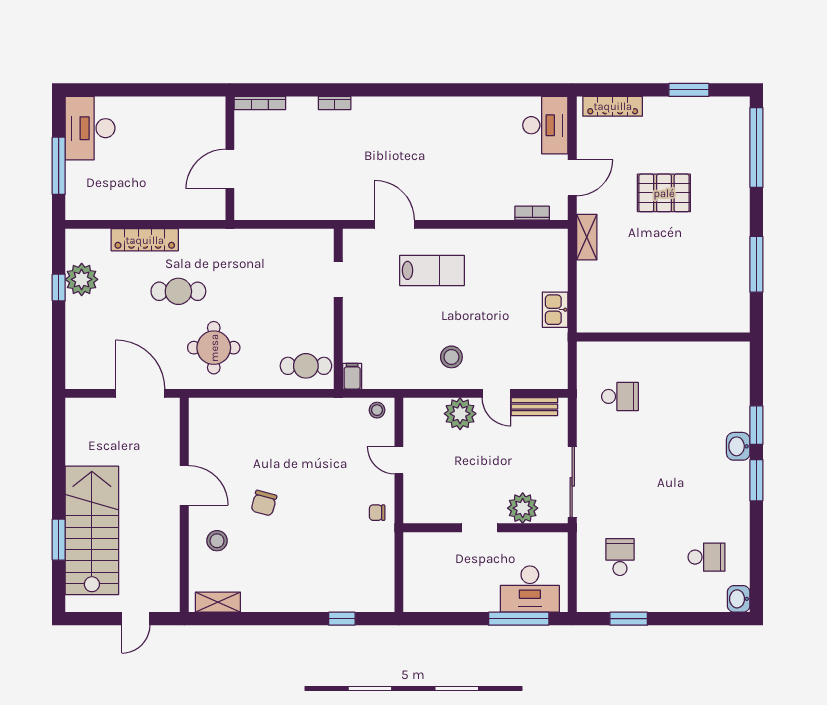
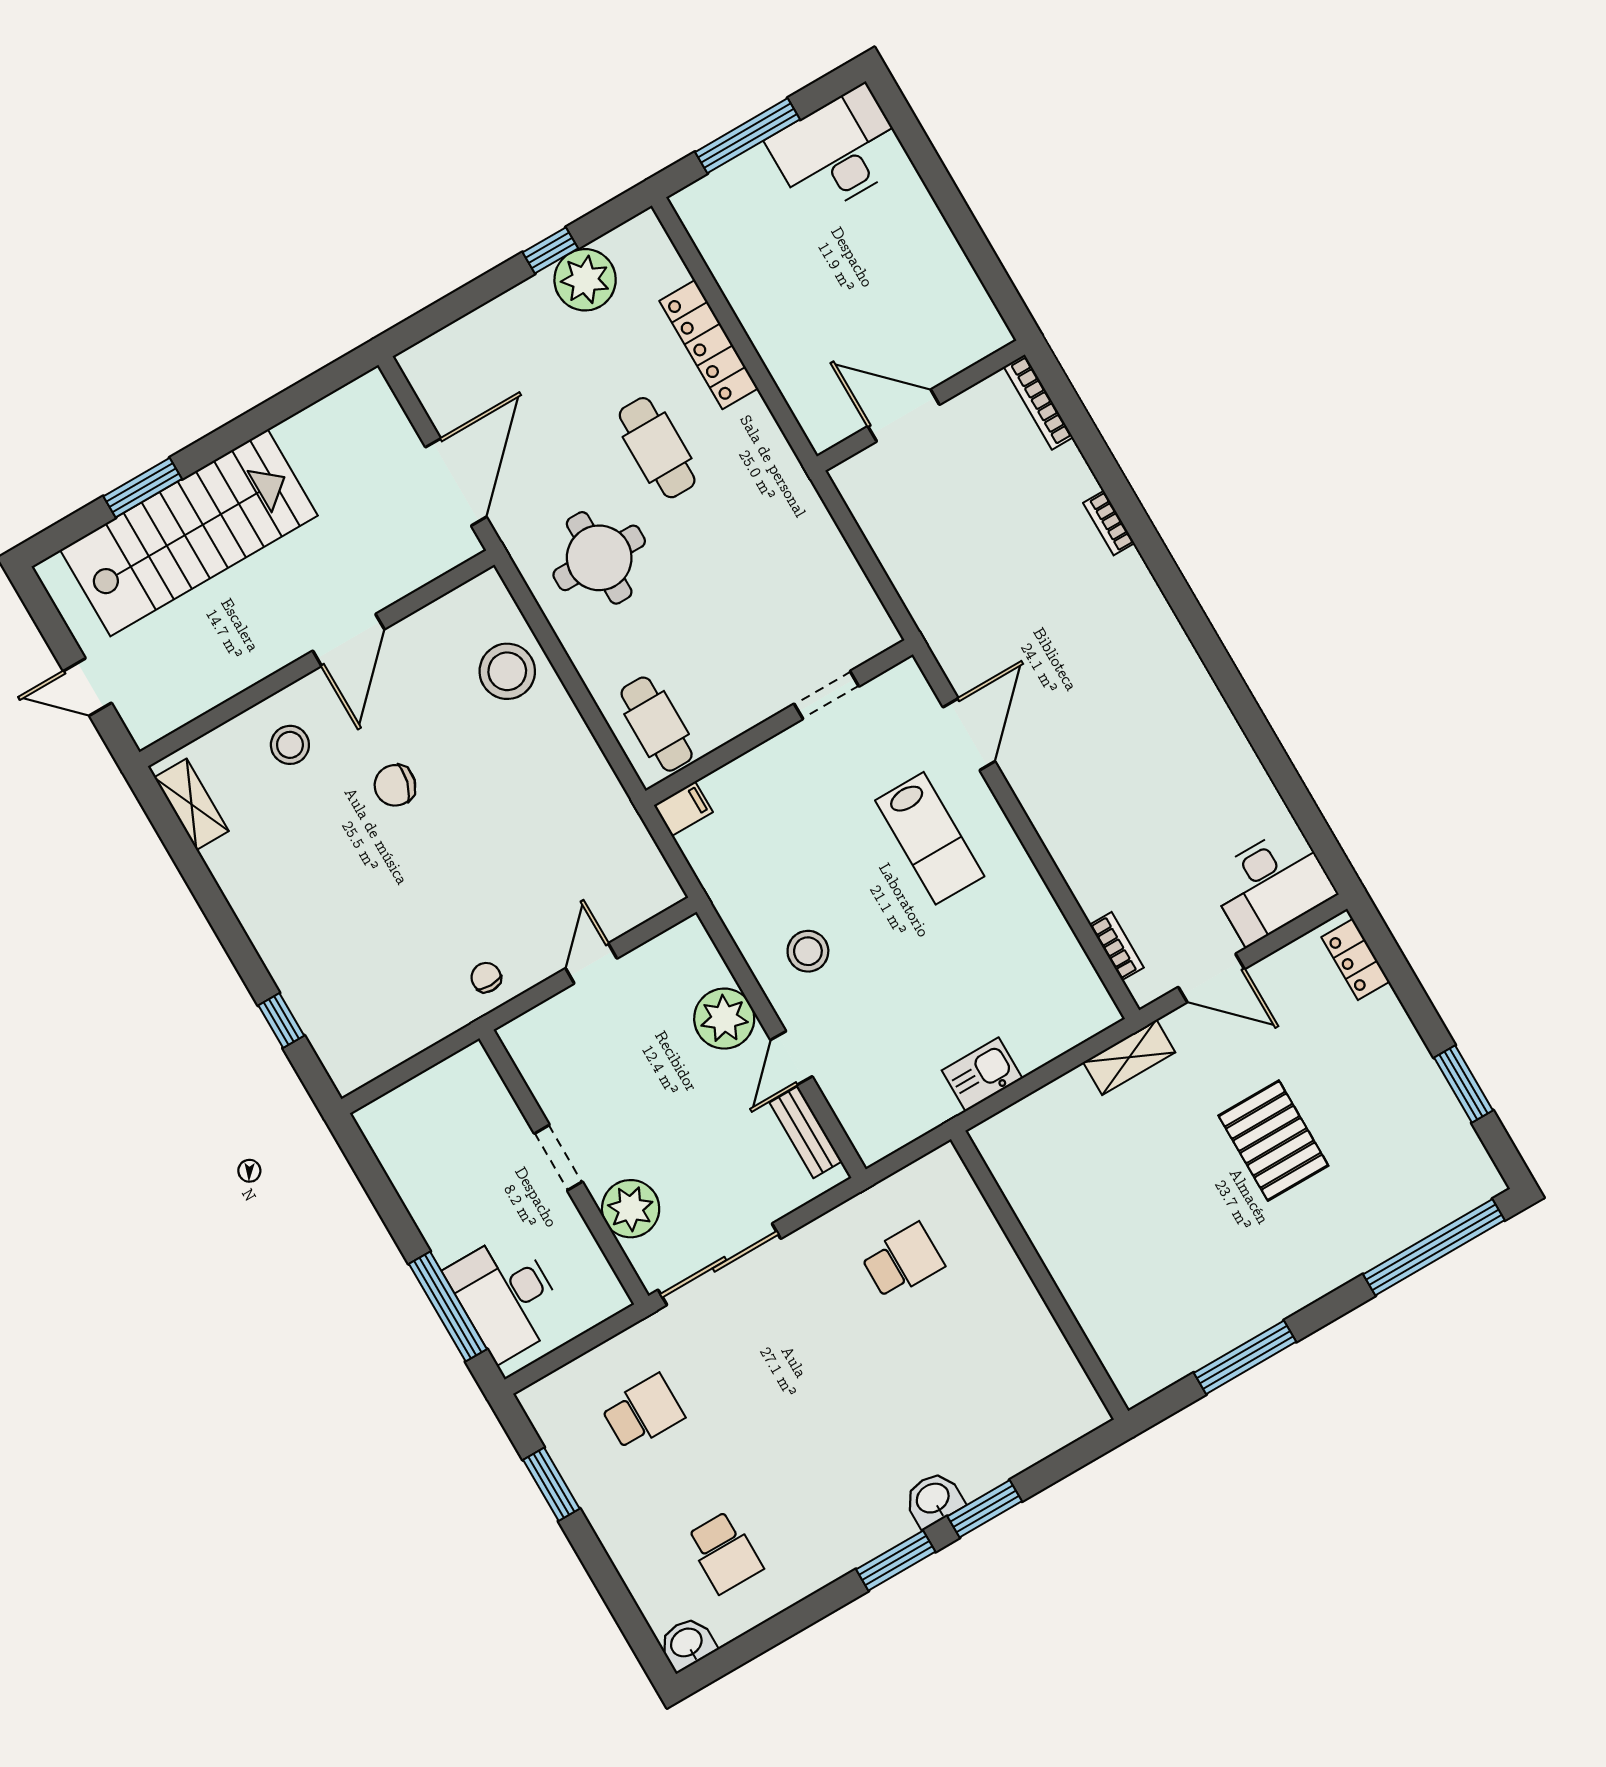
locker: (613, 106) -> (1356, 959), width x0.66
school desk: (620, 396) -> (903, 1261), turned -90
stool: (377, 410) -> (507, 671), moved, width x1.89, depth x1.89

